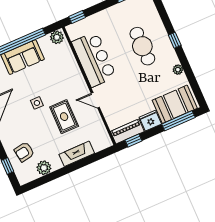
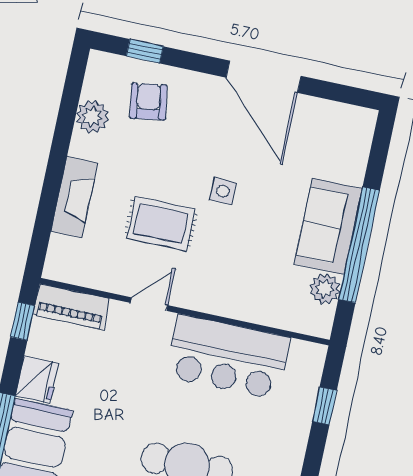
window: (77, 17) -> (324, 406), moved
plant: (57, 37) -> (325, 289), moved
piano: (127, 131) -> (71, 307), moved, turned 90

